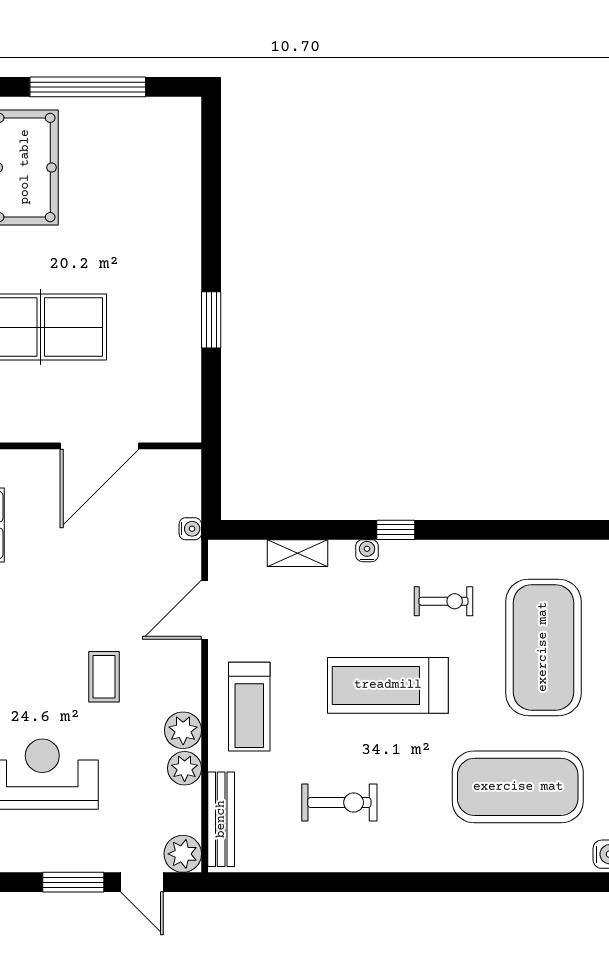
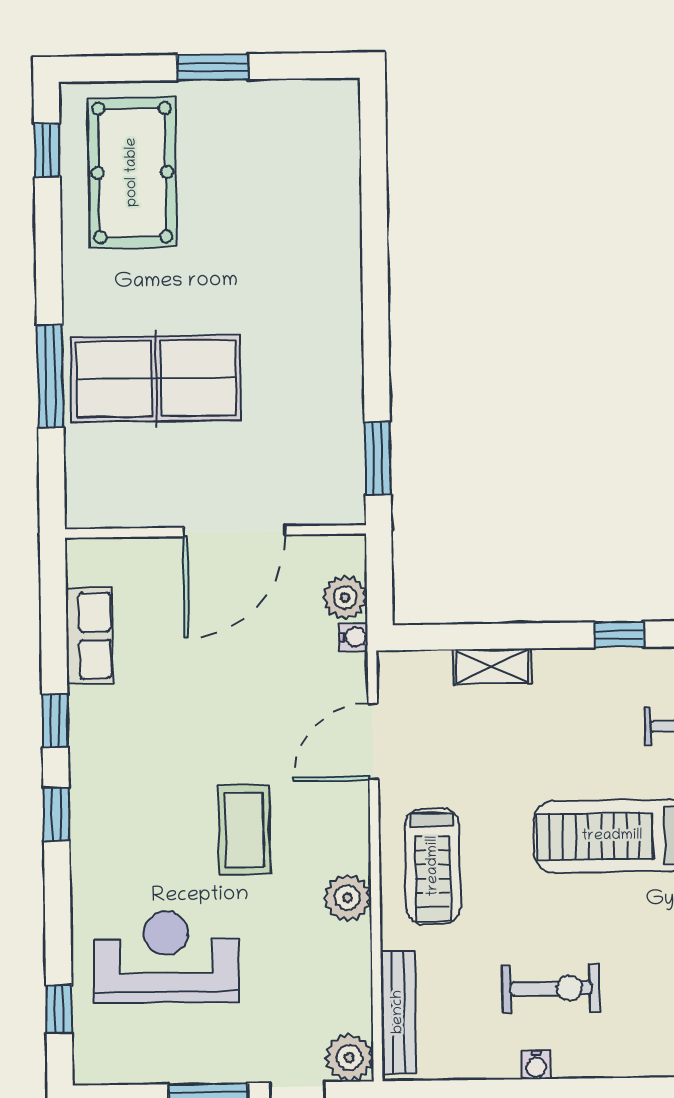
window: (88, 87) -> (213, 67), width x0.47
window: (211, 320) -> (378, 459), moved
water cooler: (367, 551) -> (536, 1065), moved, turned 180
coffee table: (104, 677) -> (244, 830), width x1.36, depth x1.30
plant: (185, 768) -> (345, 597), moved

